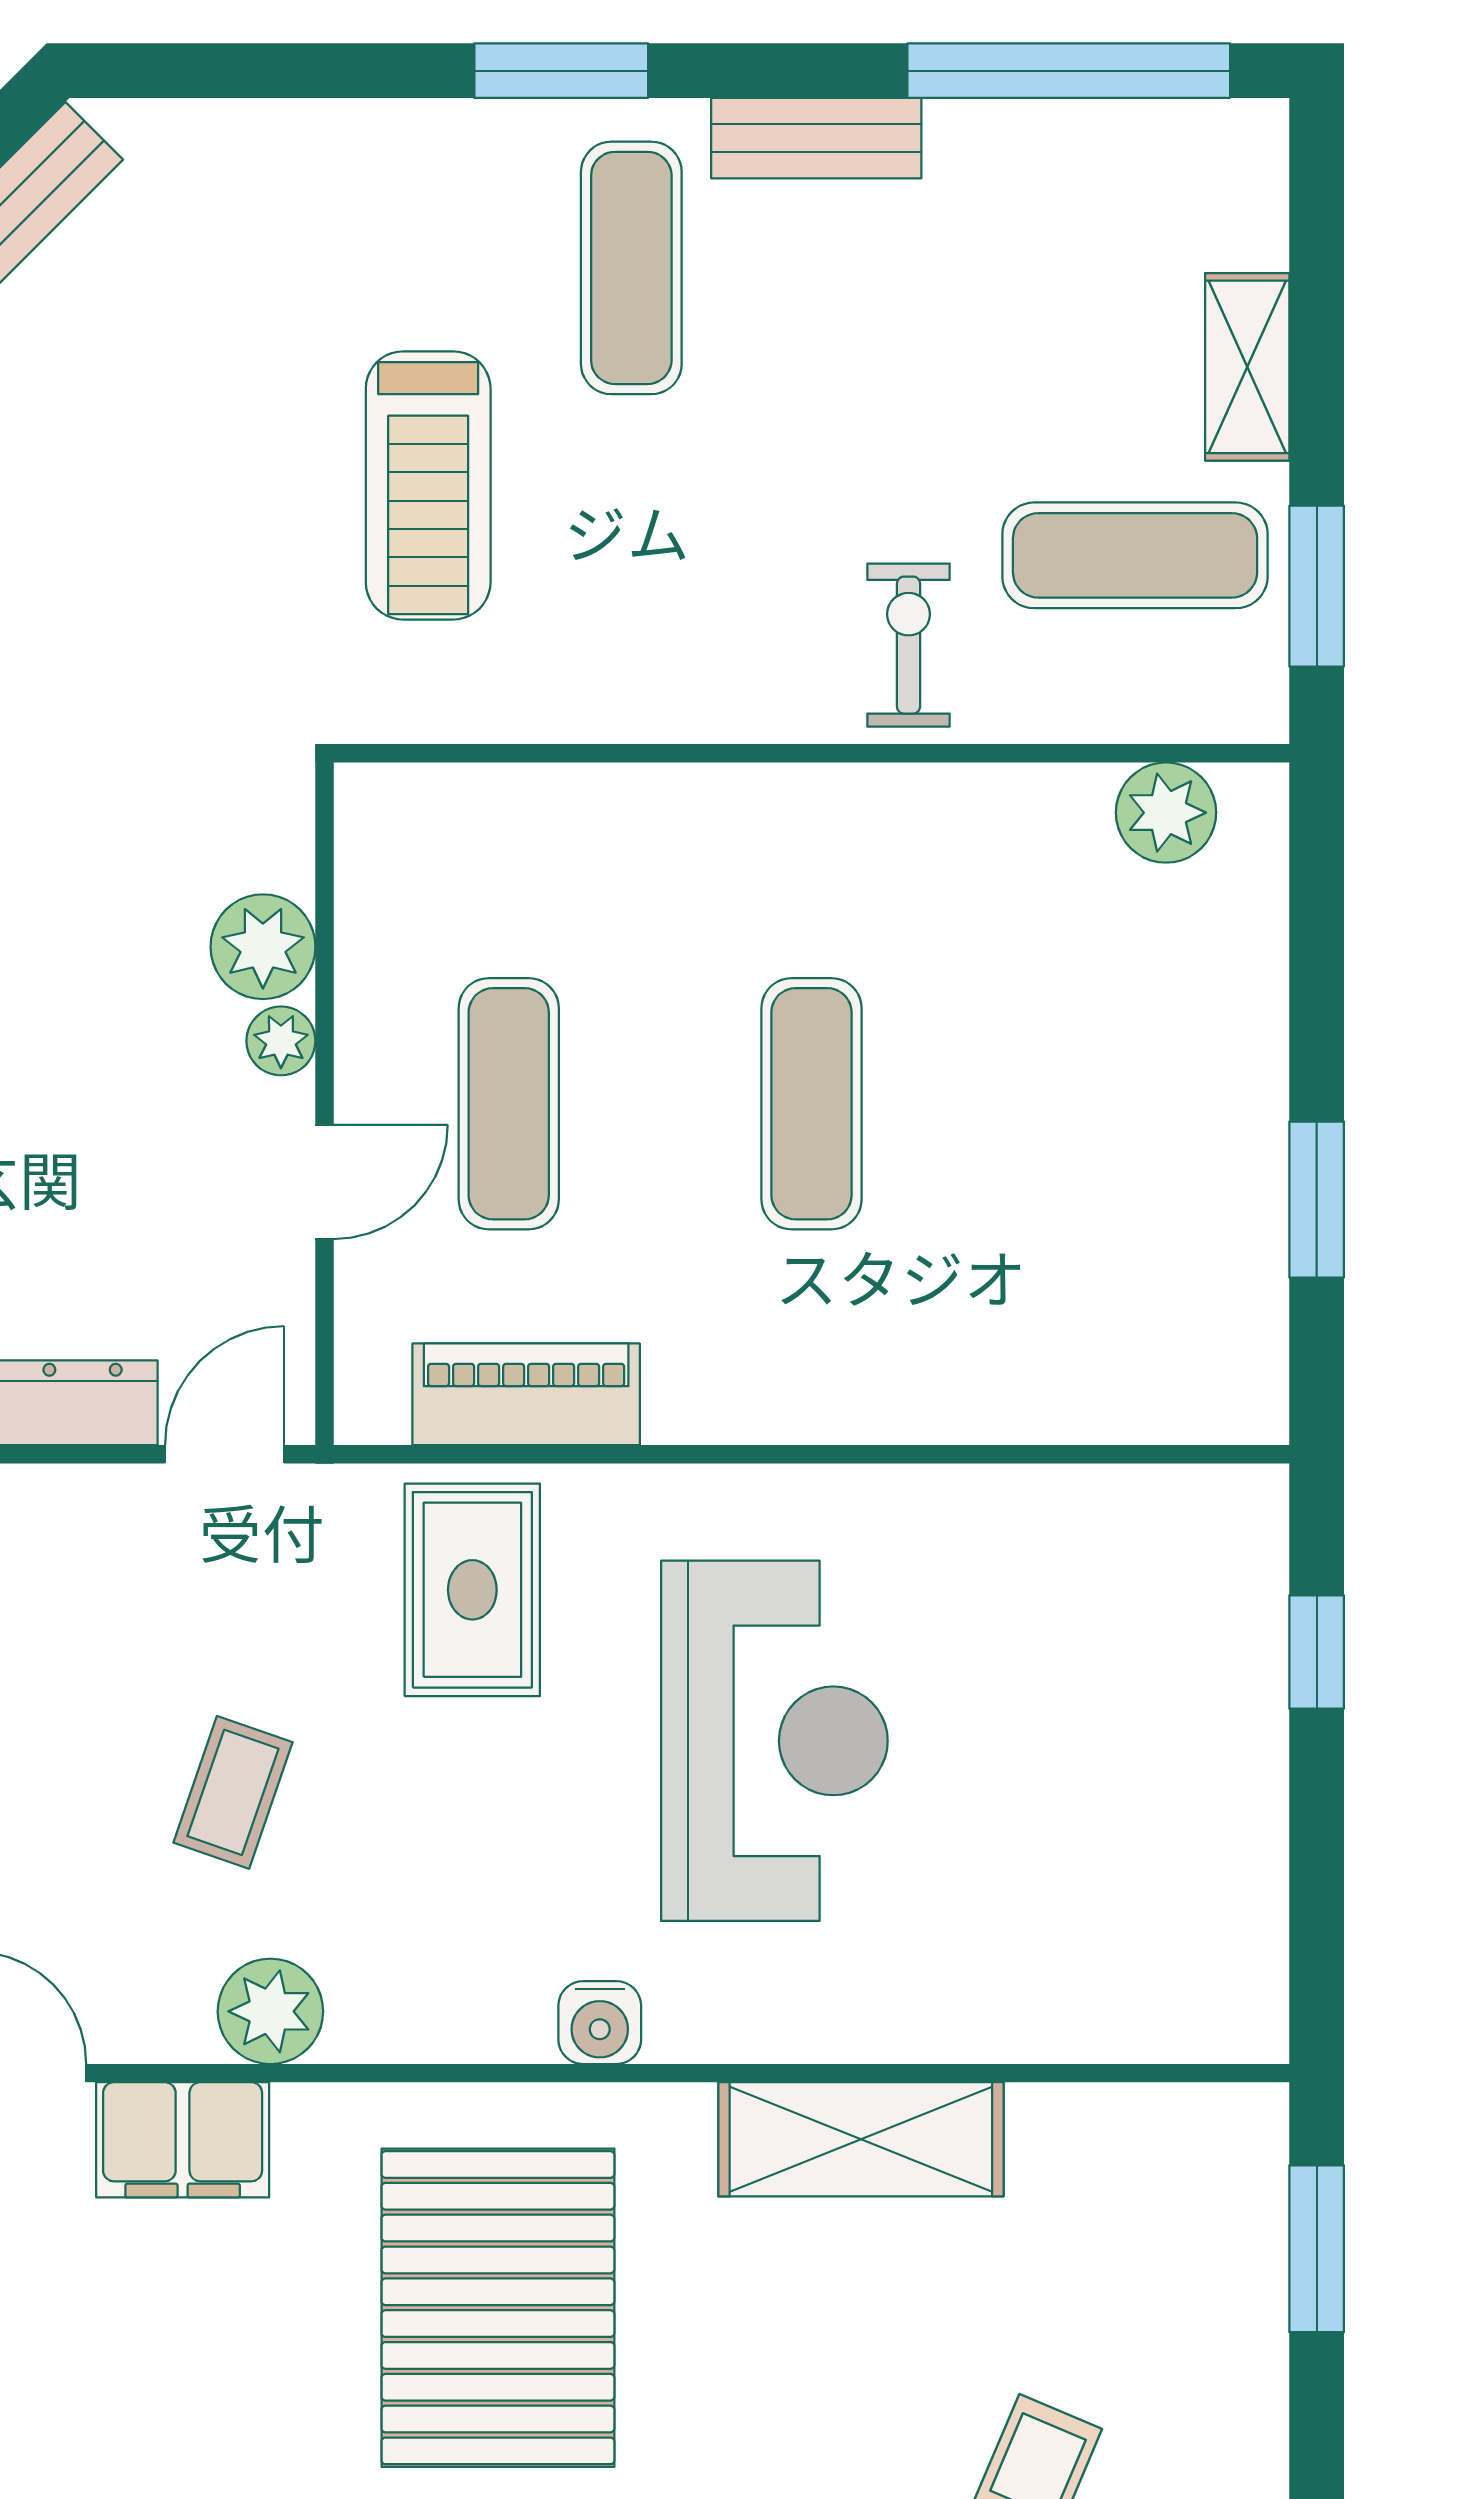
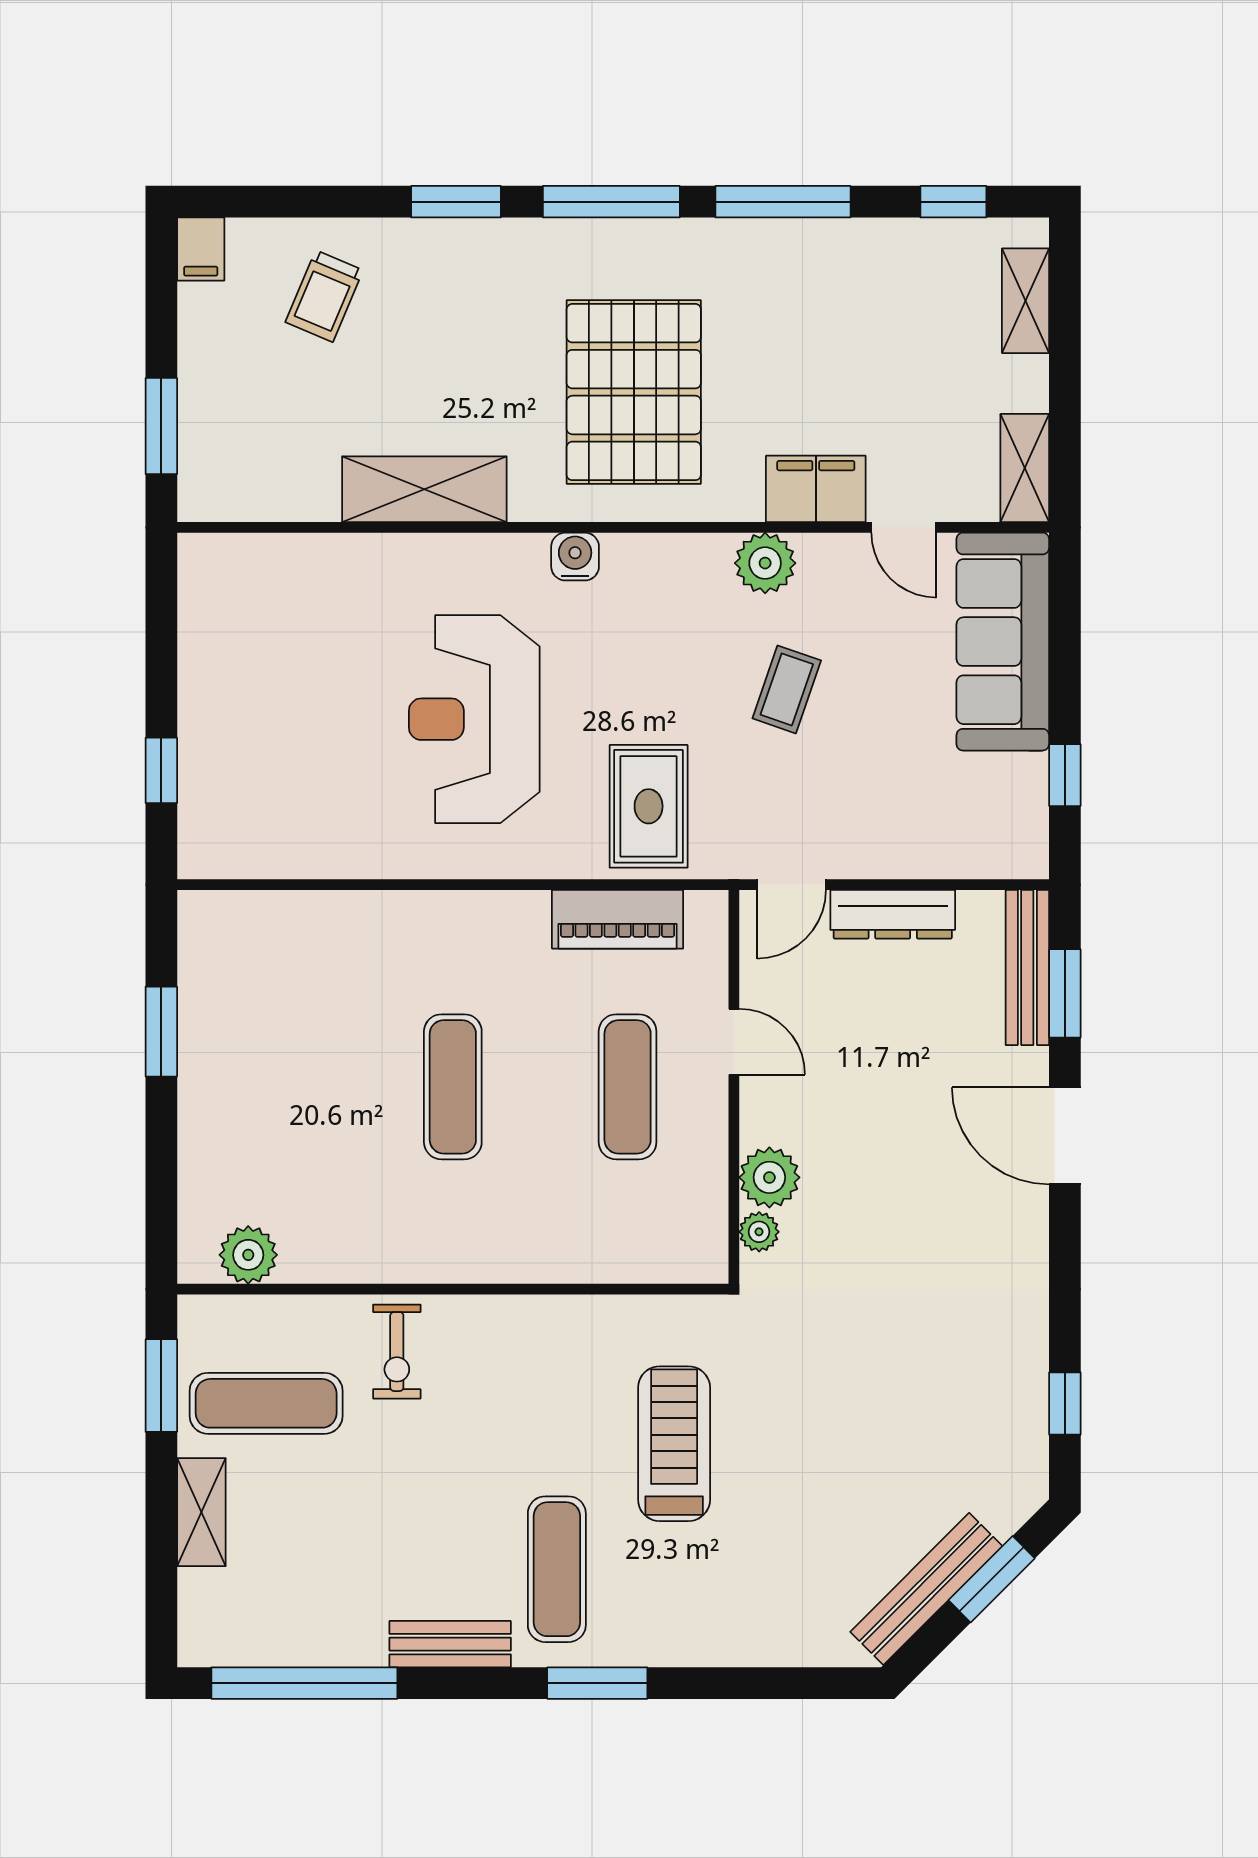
plant: (281, 1041) -> (759, 1232), moved
door: (325, 1182) -> (734, 1042), swing flipped

